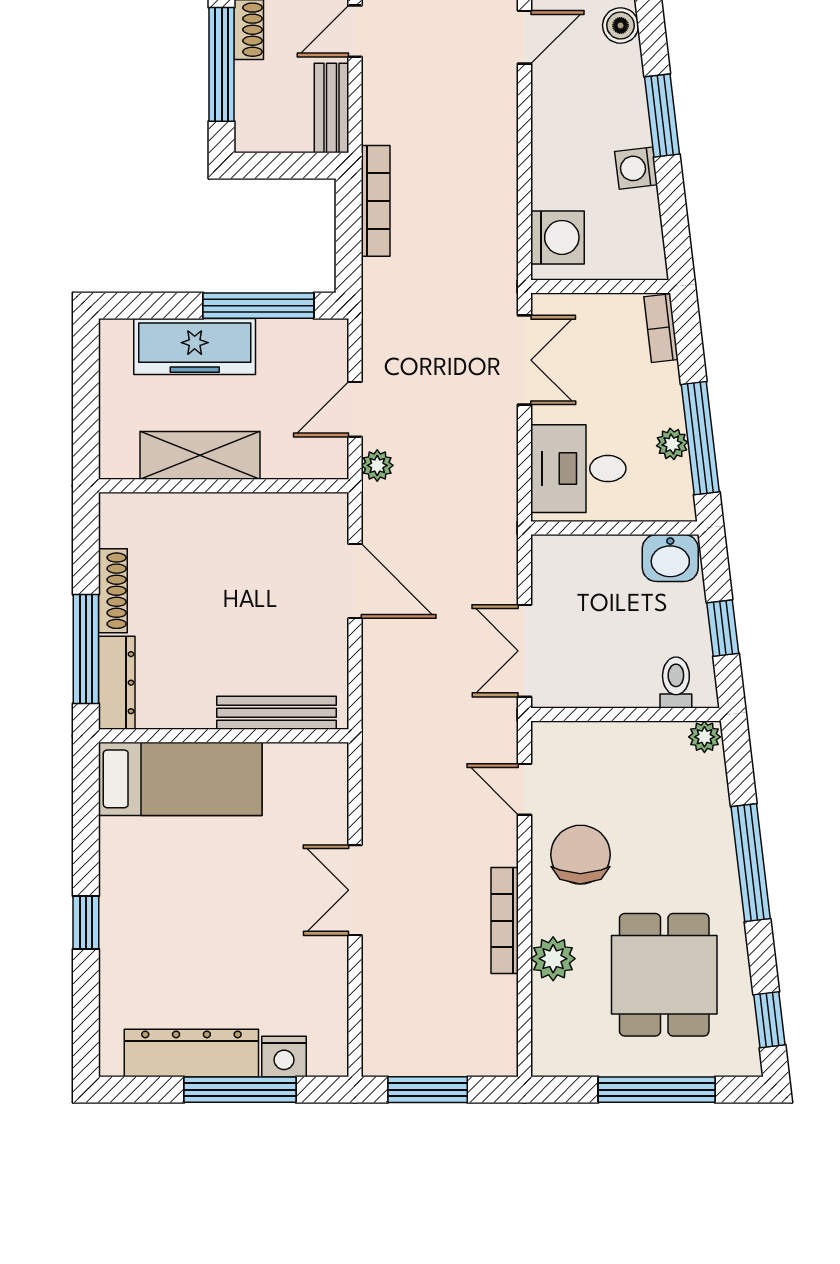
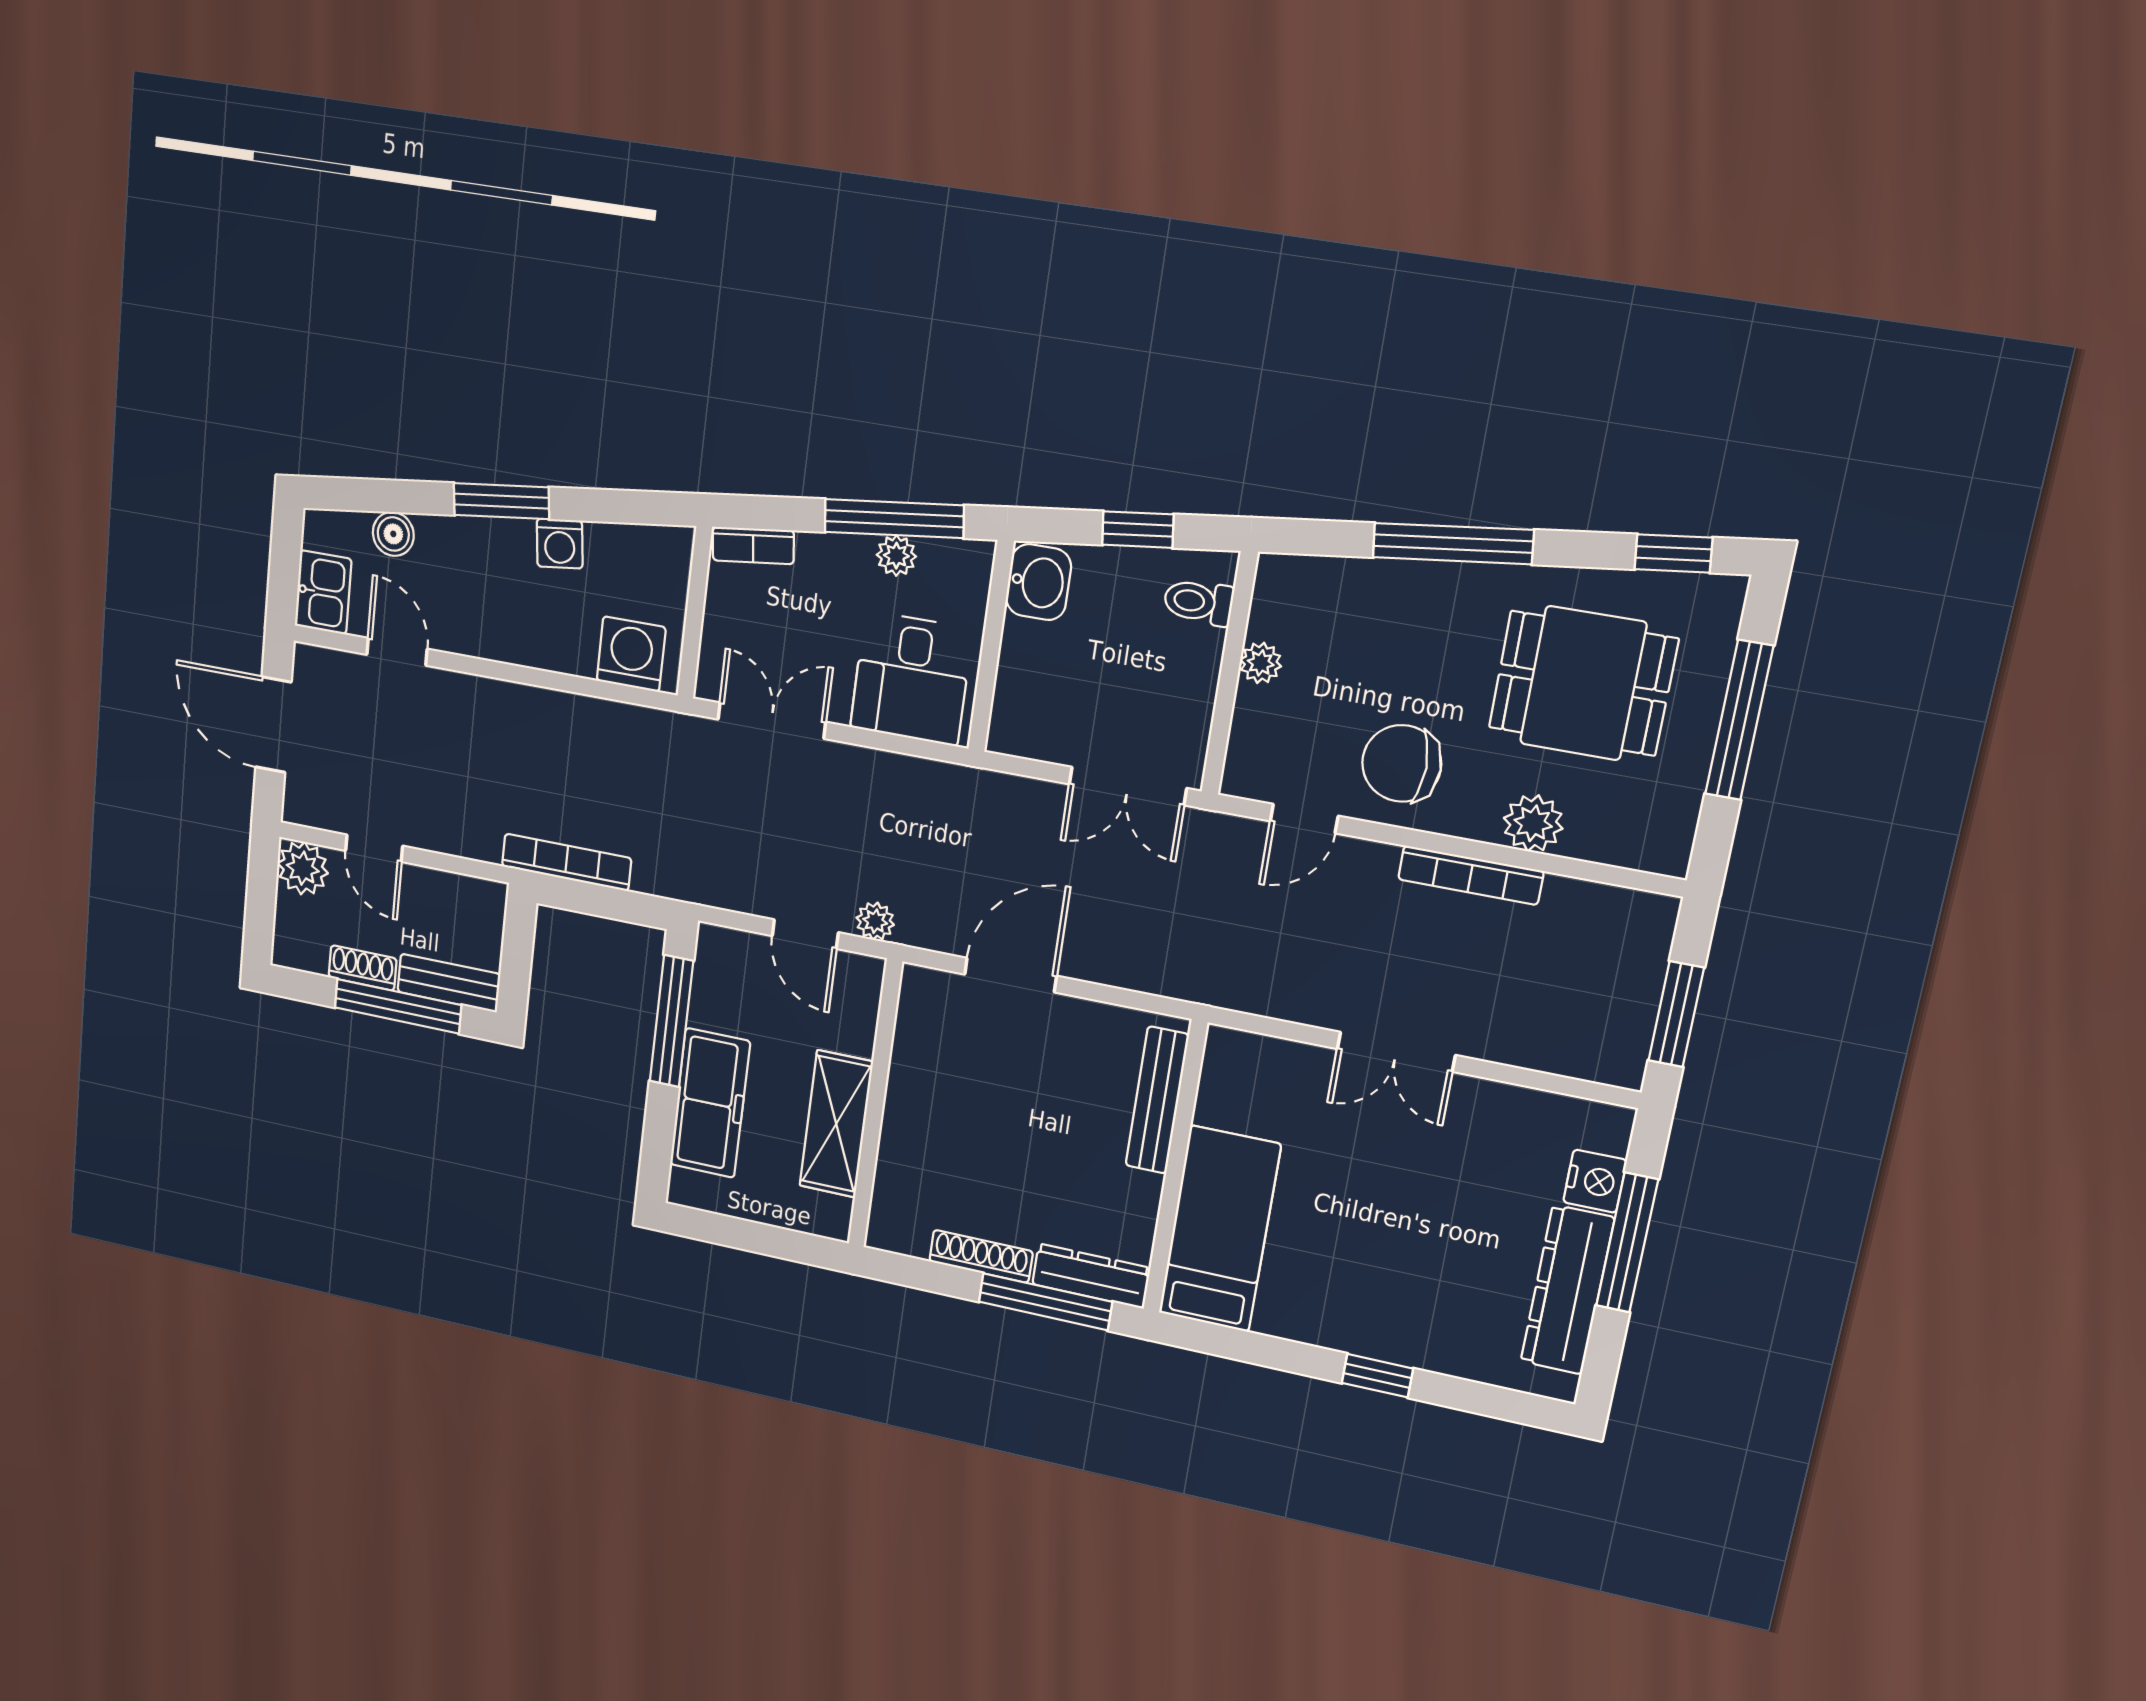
bench: (332, 108) -> (449, 983), moved
plant: (704, 737) -> (1261, 663), moved

